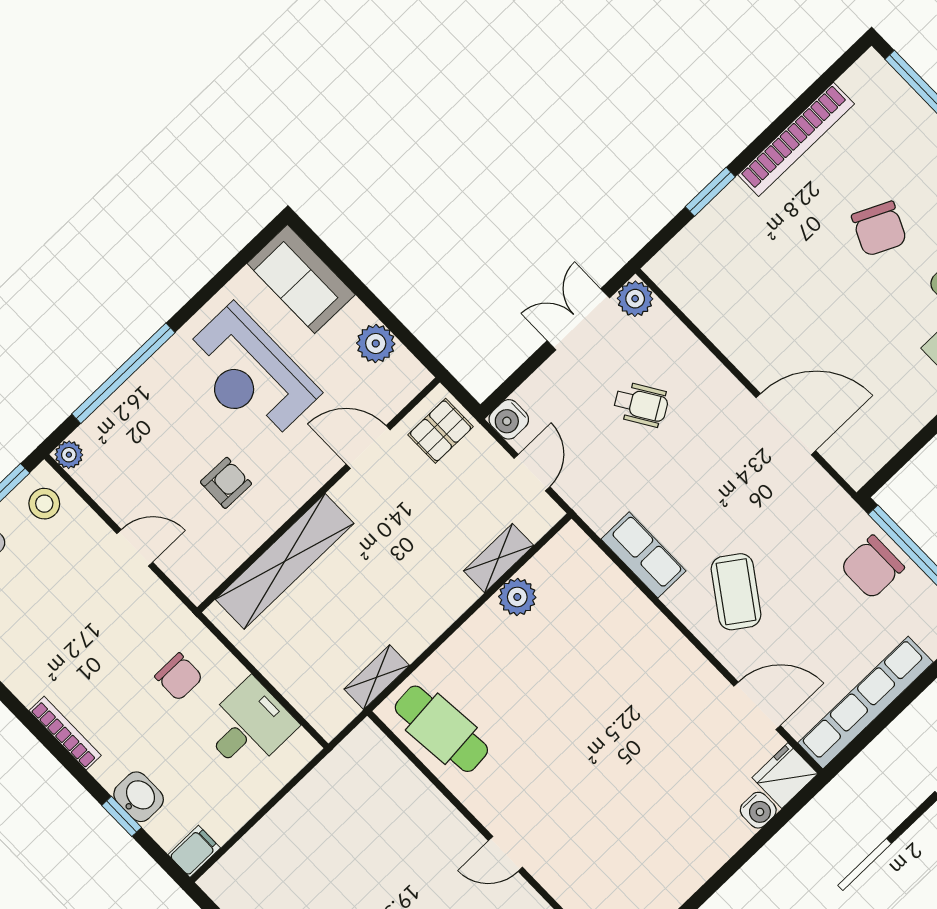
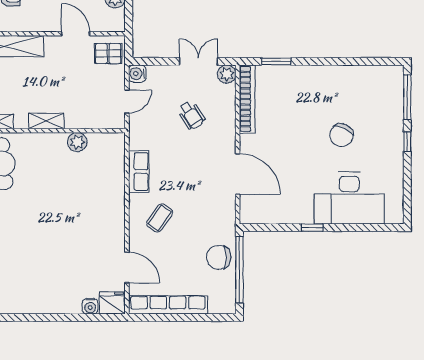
bookcase: (796, 139) -> (247, 99), moved, turned -90
window: (710, 192) -> (276, 61), moved
shelving: (499, 558) -> (46, 121), moved
coffee table: (736, 592) -> (160, 218), width x0.73, depth x0.77

